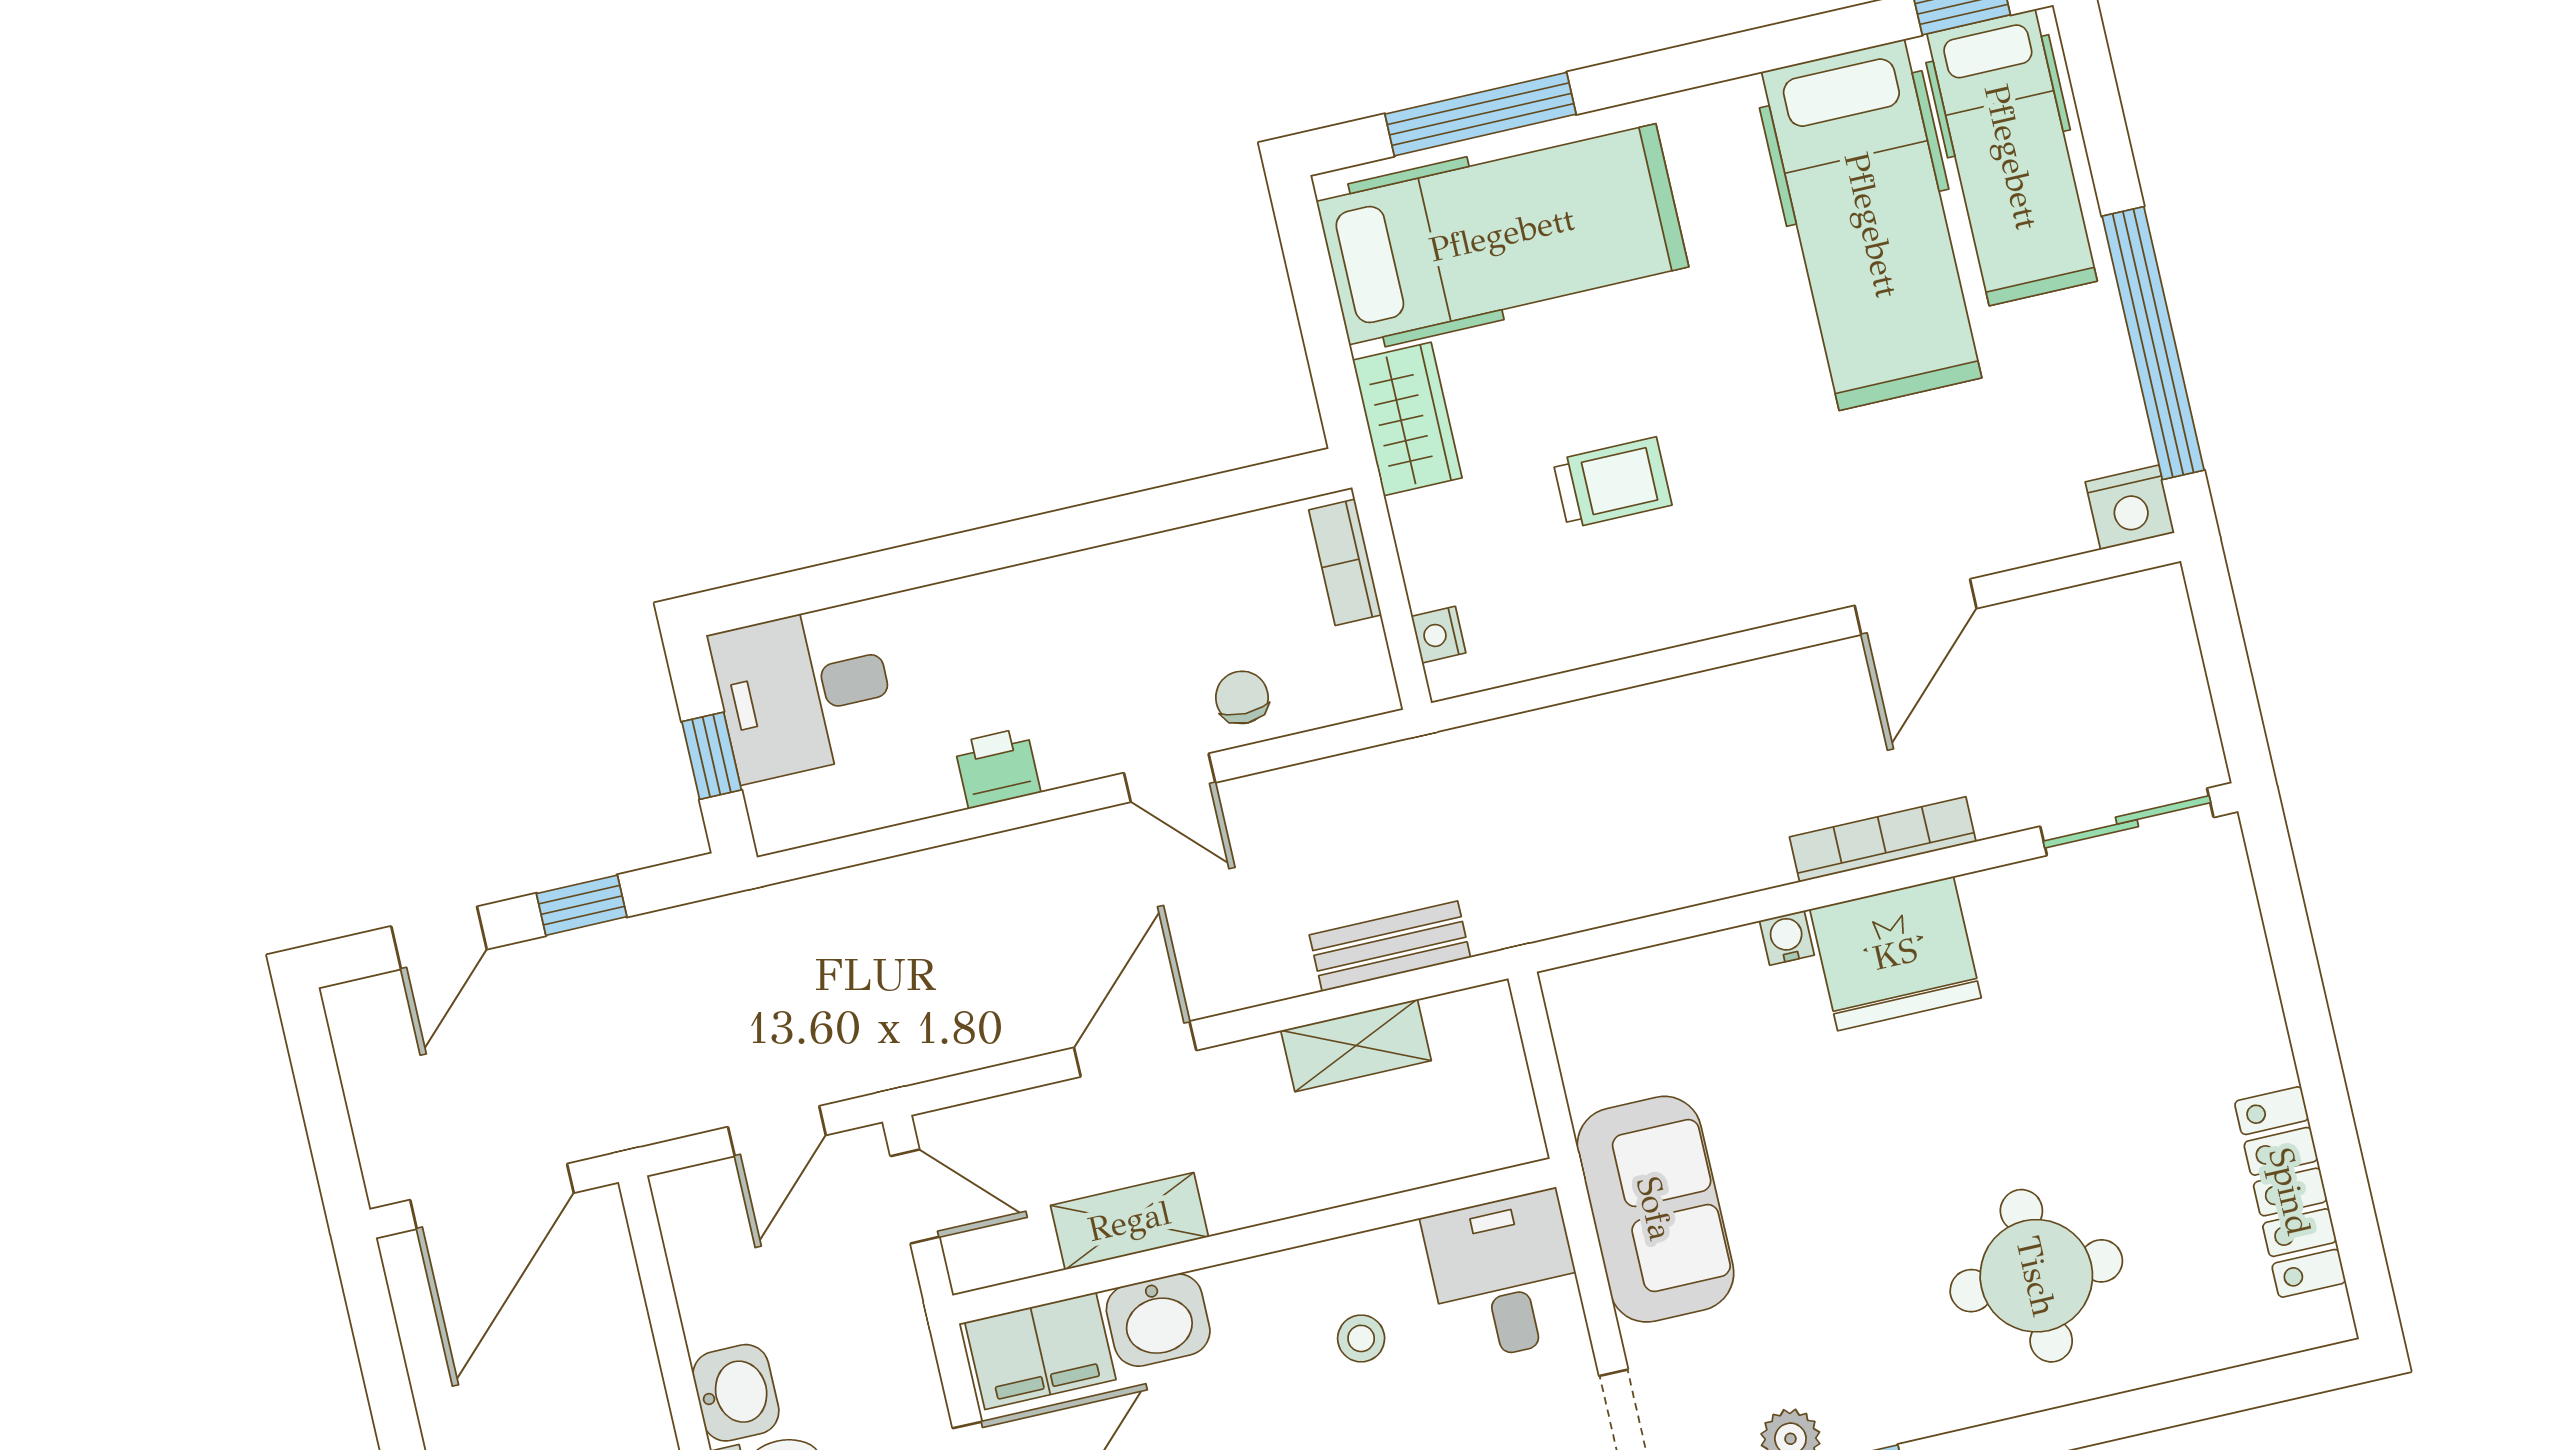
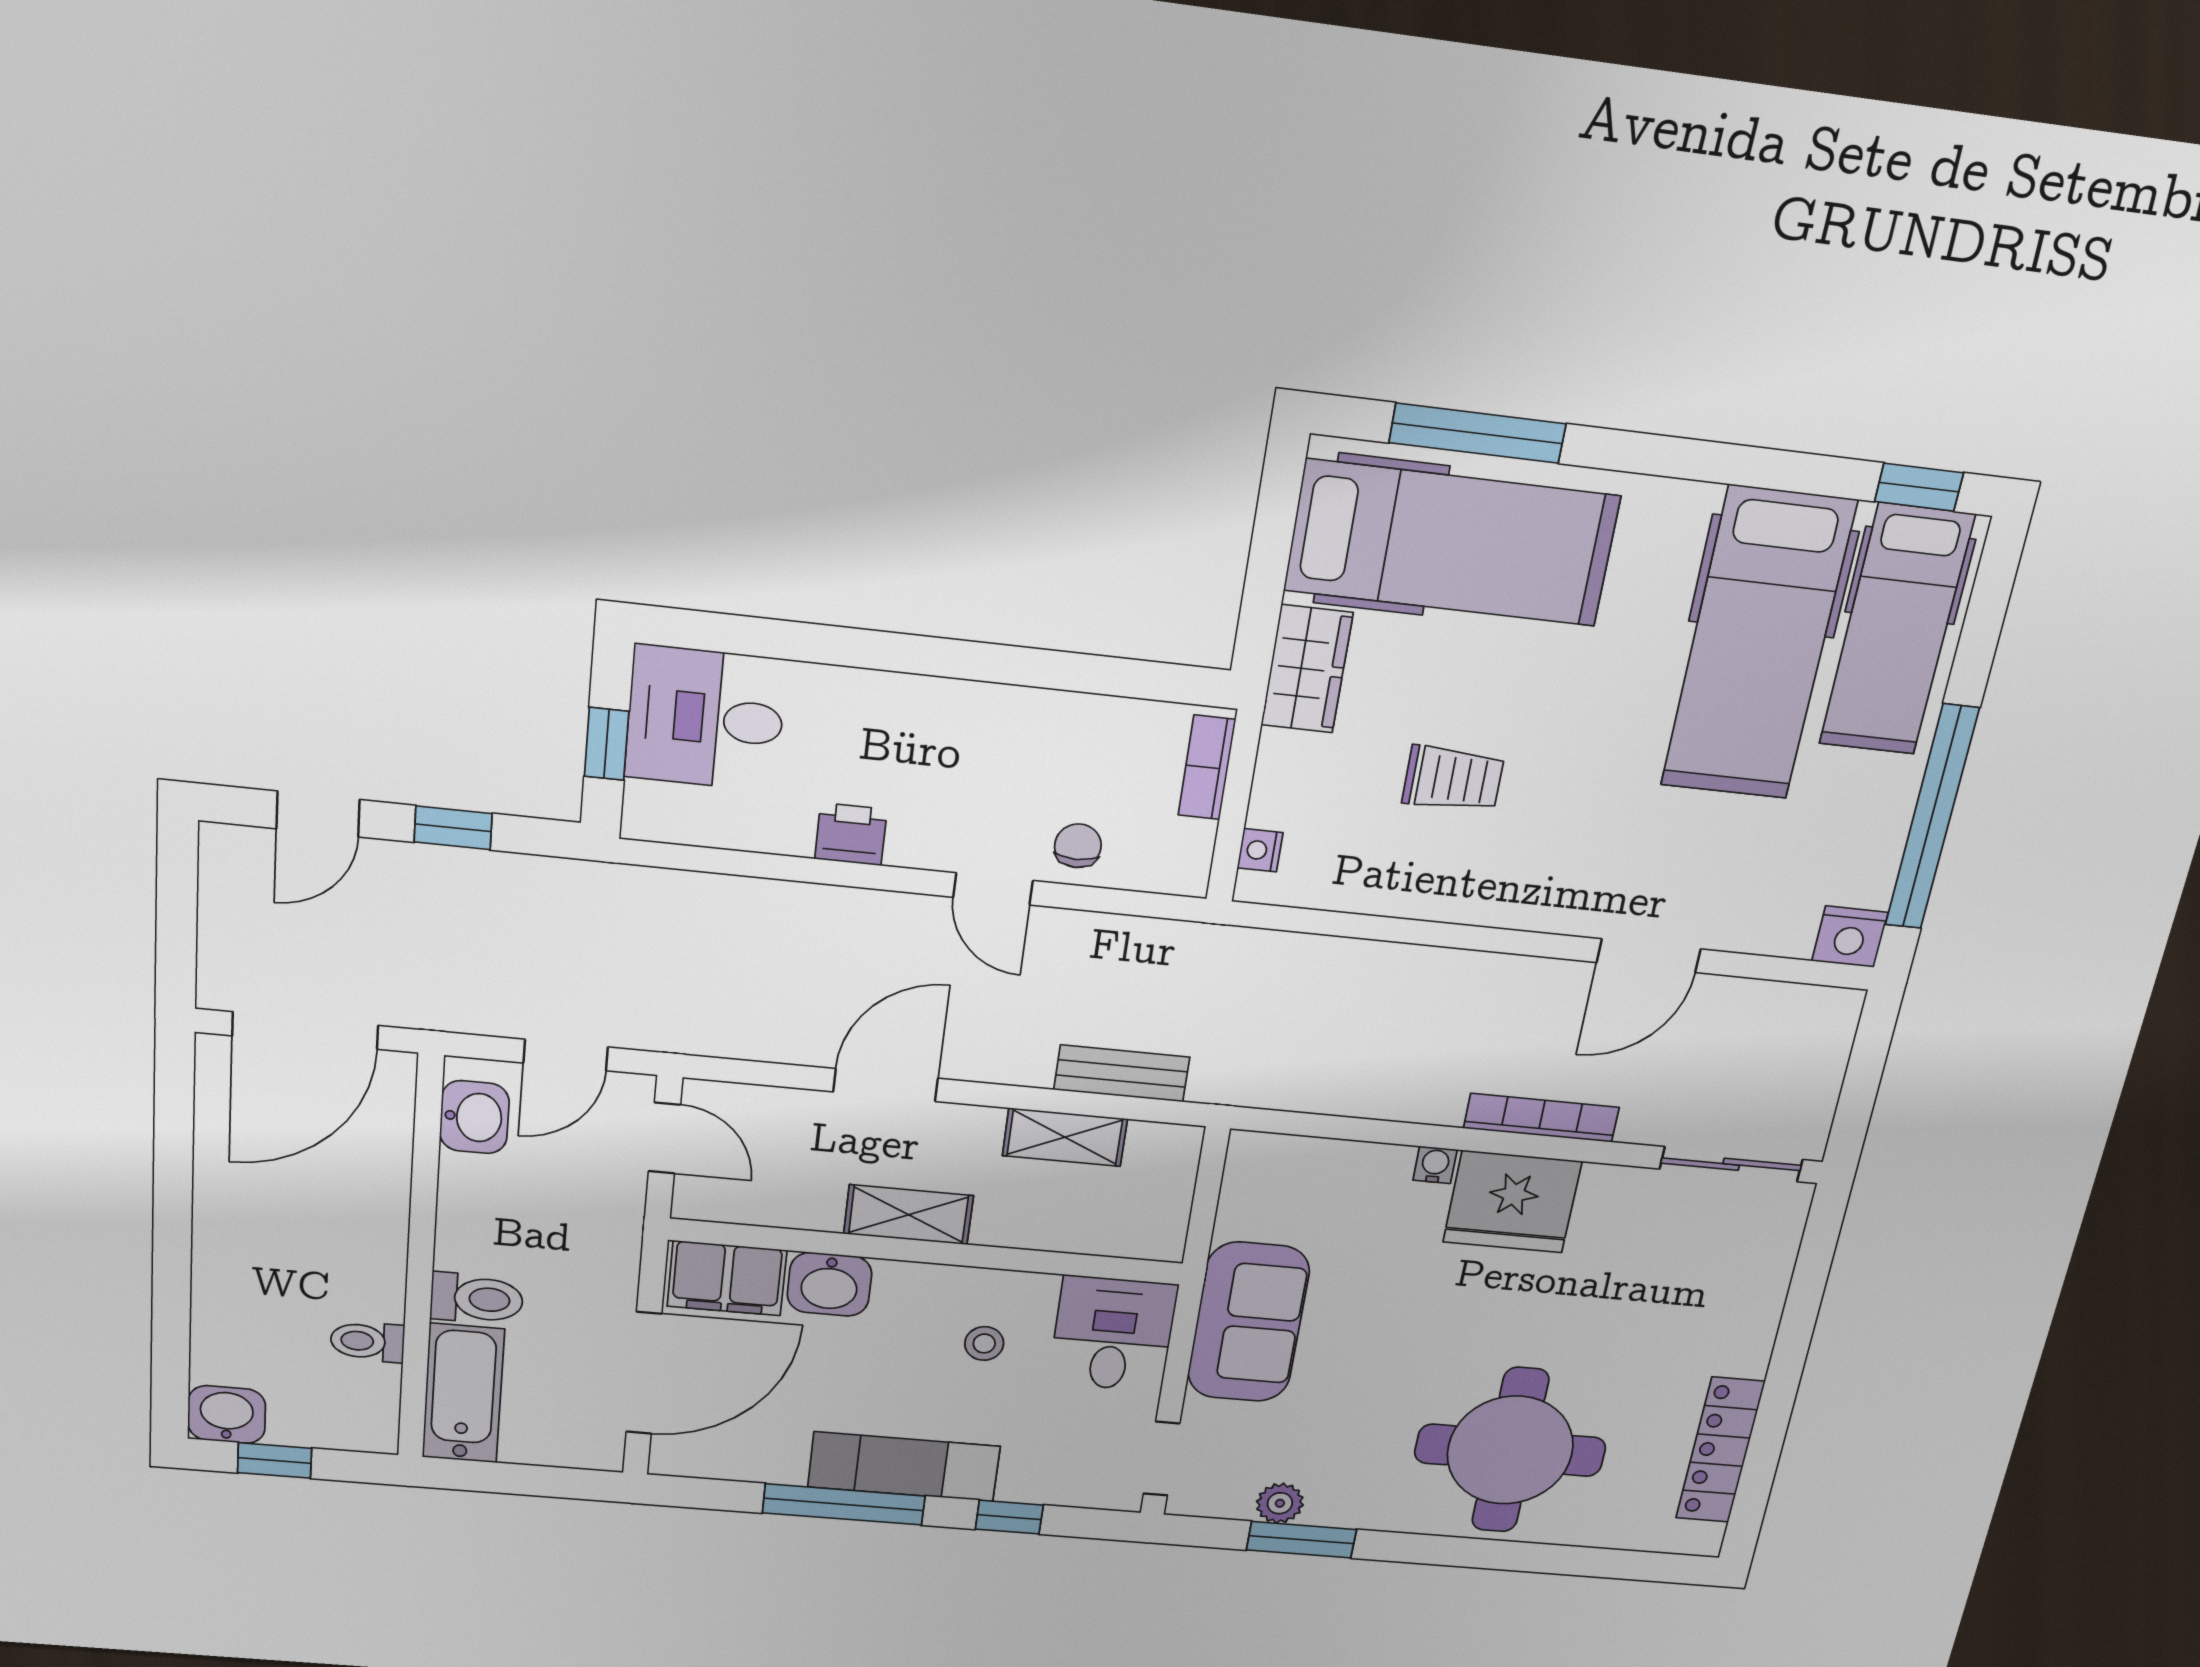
shelving: (1129, 1221) -> (908, 1215), moved
round table: (2036, 1276) -> (1510, 1450), width x1.36, depth x1.36
washbasin: (736, 1393) -> (474, 1117), moved

